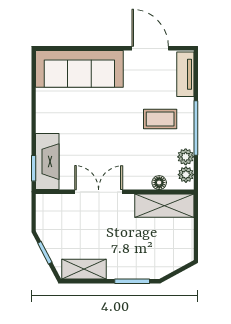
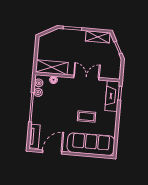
door: (150, 48) -> (52, 152), swing flipped
coffee table: (160, 119) -> (87, 116), moved
double door: (99, 192) -> (86, 78), swing flipped

